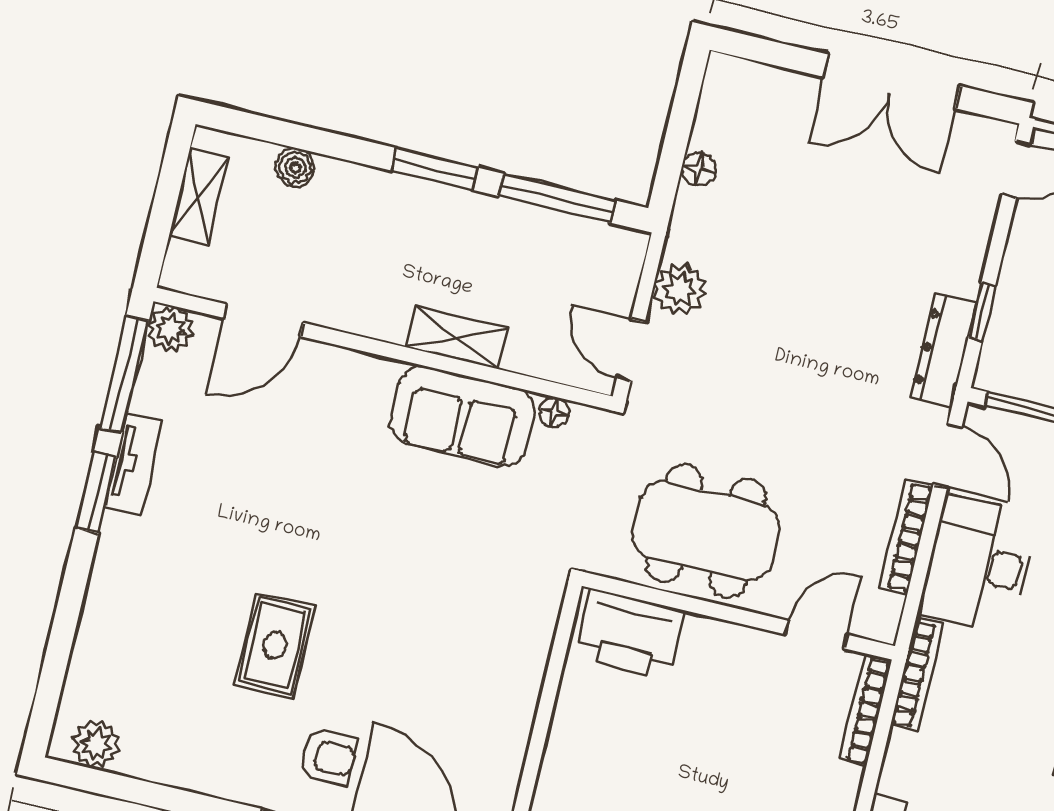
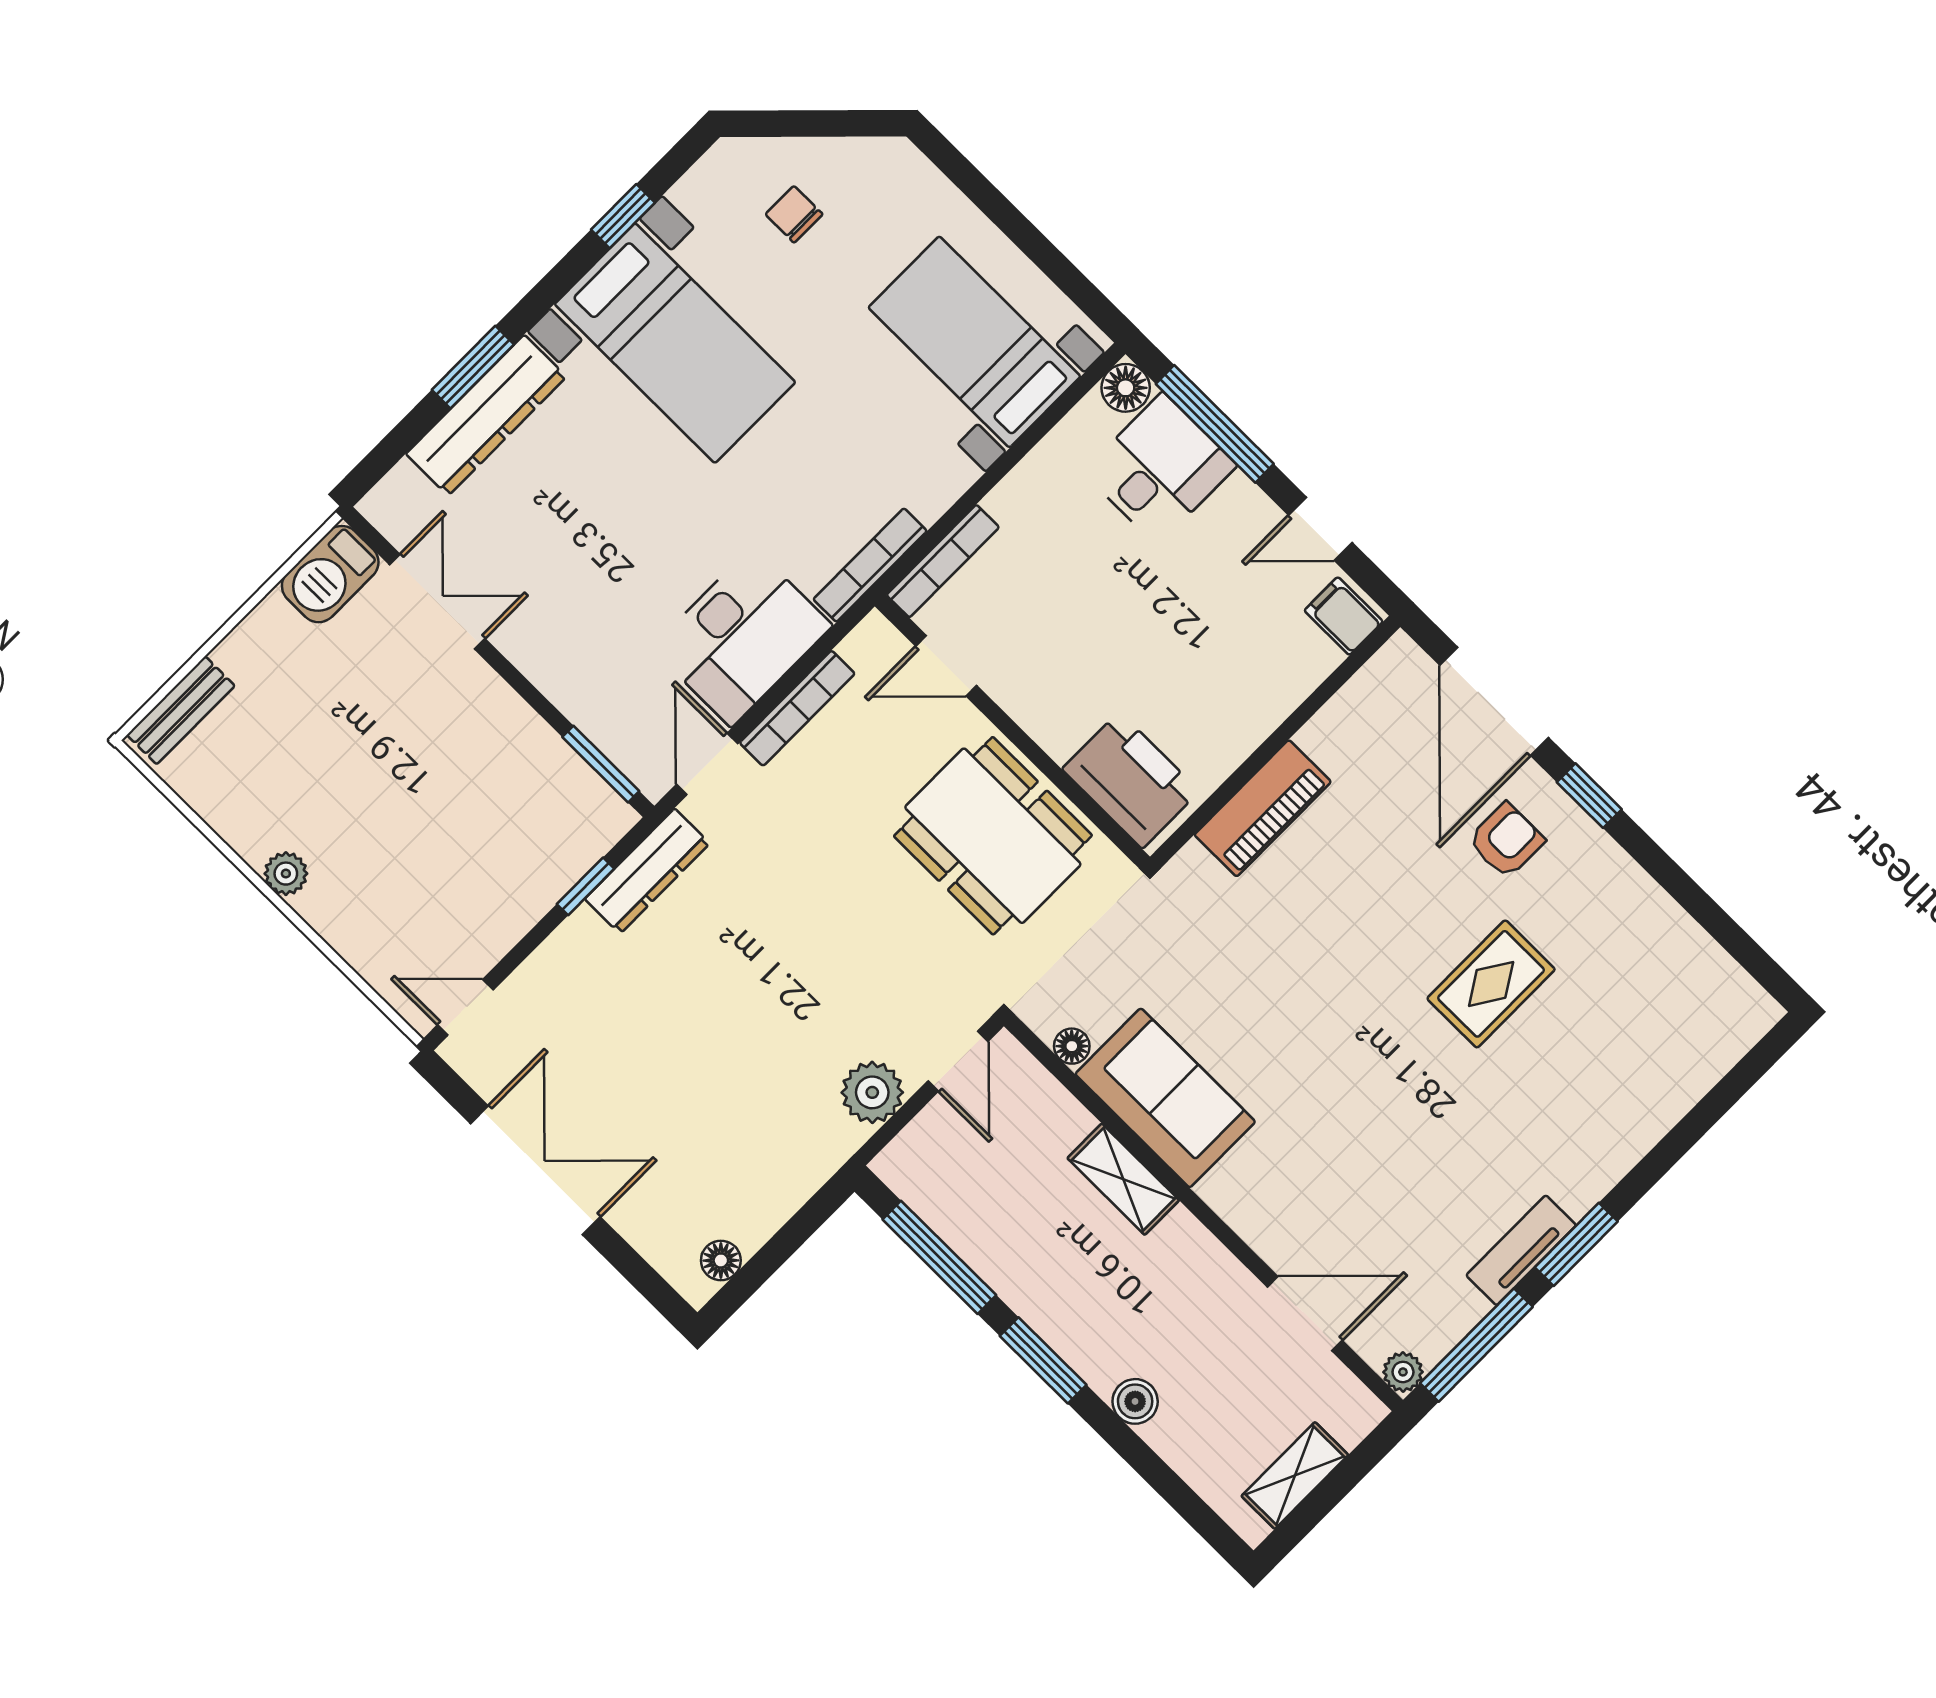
boiler: (295, 167) -> (1135, 1401), moved
floor lamp: (699, 169) -> (721, 1260), moved
plant: (171, 329) -> (1403, 1372), width x0.73, depth x0.73
piano: (521, 672) -> (1263, 808), added
plant: (96, 744) -> (1729, 994), removed
armchair: (328, 757) -> (1506, 841), turned 90

